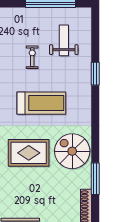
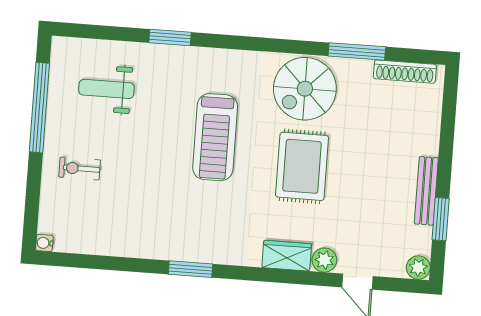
exercise bike: (32, 57) -> (80, 169), moved
treadmill: (41, 103) -> (215, 137), turned 180

